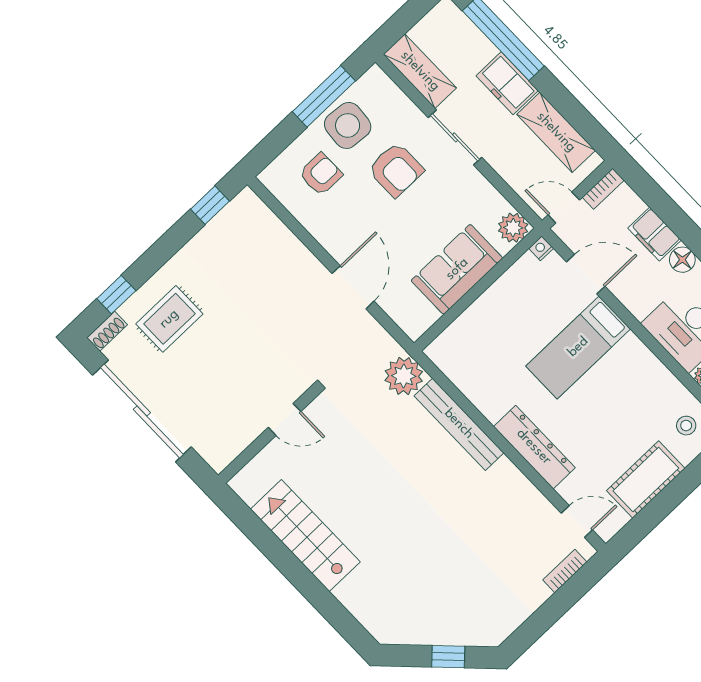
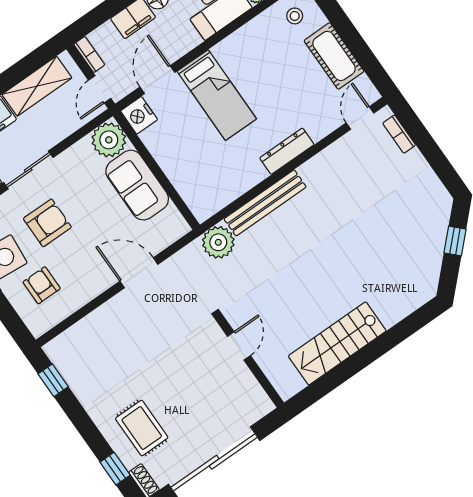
plant: (513, 228) -> (109, 140), width x1.36, depth x1.36
nightstand: (541, 248) -> (139, 115), width x1.89, depth x1.79
dresser: (534, 447) -> (287, 151), width x0.73, depth x0.80

